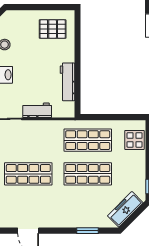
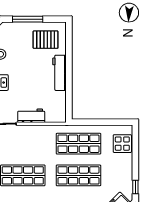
window: (33, 7) -> (28, 19), added
workbench: (67, 82) -> (59, 73), moved

